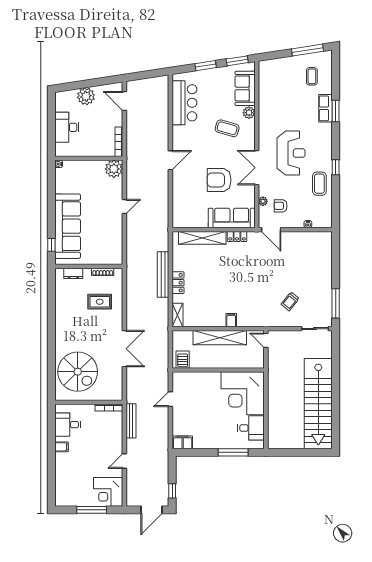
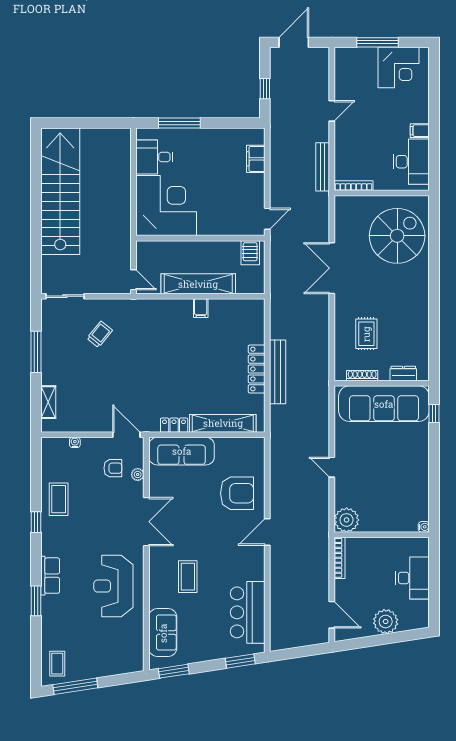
window: (206, 66) -> (240, 661), moved
coffee table: (312, 76) -> (57, 664), moved
row of seats: (325, 108) -> (50, 576), moved
plant: (249, 113) -> (157, 599), removed
coffee table: (227, 128) -> (188, 577), turned 74
reception desk: (291, 153) -> (113, 586), moved
armchair: (219, 180) -> (237, 493), moved
door: (124, 207) -> (332, 467), hinge flipped
sofa: (68, 226) -> (384, 404), moved, turned -90
locker: (178, 283) -> (257, 369), width x1.53
rug: (100, 302) -> (366, 334), turned 90
window: (336, 303) -> (36, 352), moved
shelving: (177, 315) -> (48, 402), moved
filing cabinet: (231, 320) -> (201, 308), moved
spiral stairs: (78, 372) -> (397, 236), turned 90
door: (170, 399) -> (267, 219), moved
desk: (68, 425) -> (411, 162), width x1.37
filing cabinet: (183, 442) -> (256, 159), moved, turned 90
window: (172, 491) -> (265, 89), moved
corner desk: (108, 492) -> (399, 68), moved, turned 90

